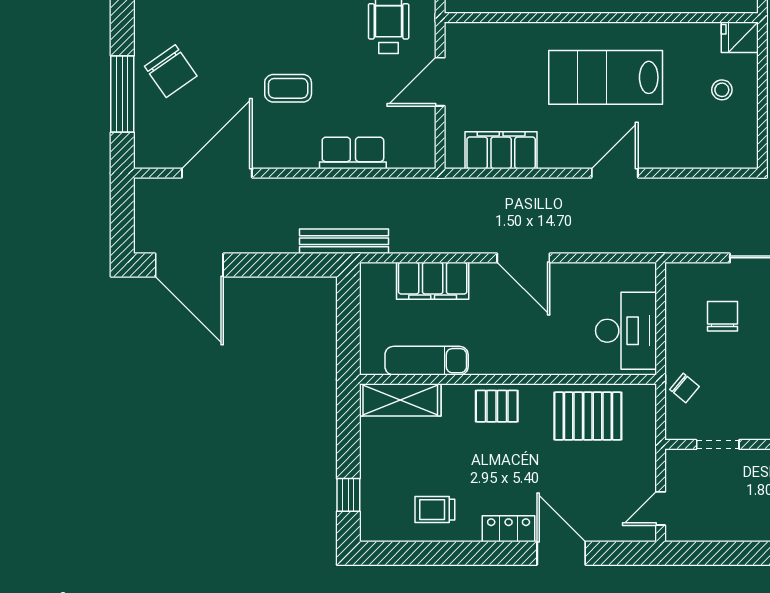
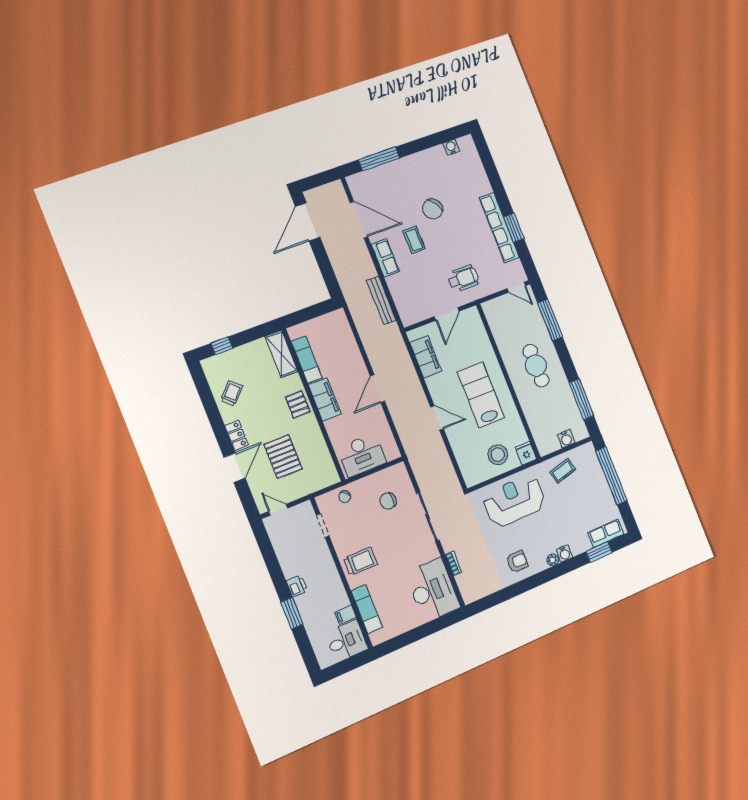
chair: (171, 71) -> (433, 209), moved
door: (440, 82) -> (447, 314), swing flipped
stool: (722, 90) -> (498, 455), width x1.89, depth x1.89
row of seats: (353, 153) -> (385, 258), moved
bench: (344, 241) -> (381, 300), moved
filing cabinet: (433, 281) -> (325, 399), moved, turned 180
chair: (723, 316) -> (388, 501), turned 180
pallet: (588, 416) -> (283, 457), moved
trolley: (435, 510) -> (232, 393), turned 44

